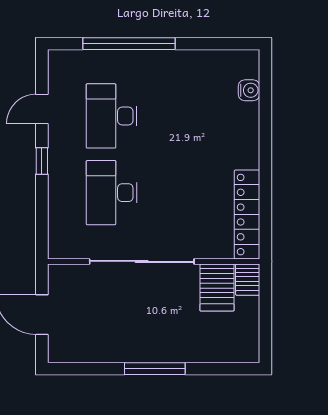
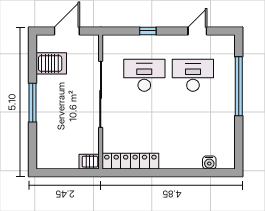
door: (42, 109) -> (197, 31), hinge flipped
window: (42, 161) -> (148, 31), moved
server rack: (217, 287) -> (51, 63), moved, turned 180

